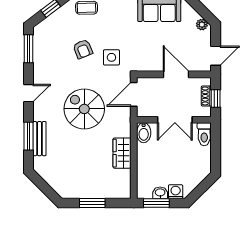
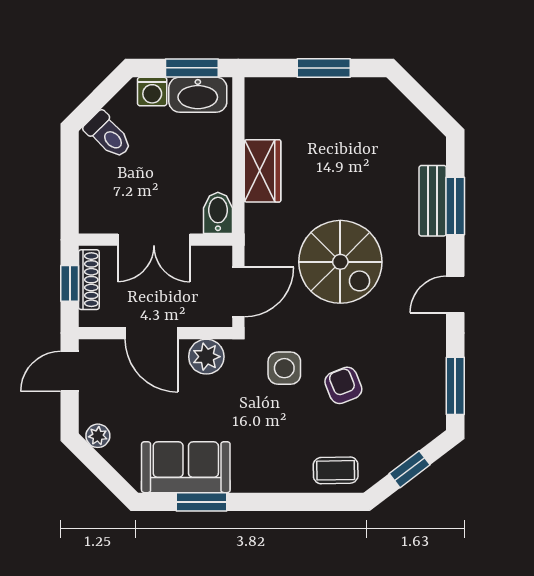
plant: (149, 63) -> (206, 357), added
shoe rack: (206, 96) -> (89, 280), width x1.43
double door: (175, 120) -> (154, 240), swing flipped
toilet: (204, 134) -> (108, 135), moved, turned 135
washbasin: (160, 193) -> (198, 95), width x1.91, depth x1.45

